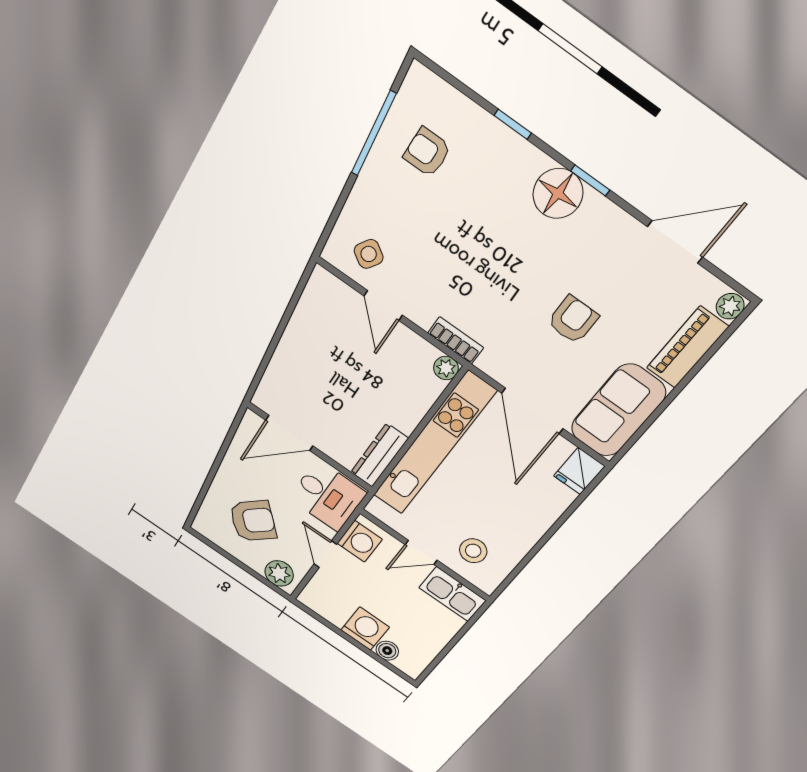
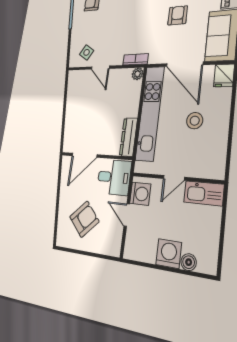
stool: (473, 551) -> (195, 121), moved
plant: (279, 573) -> (108, 246), removed

